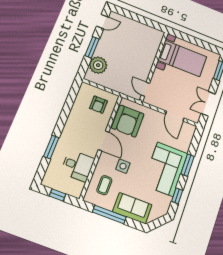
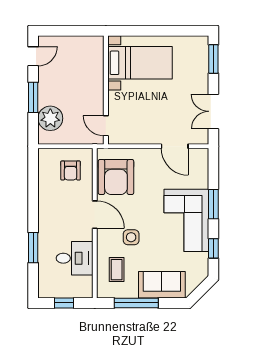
bed with nightstands: (182, 58) -> (140, 63), moved
wall: (154, 67) -> (106, 90), moved
door: (145, 89) -> (106, 126), moved

